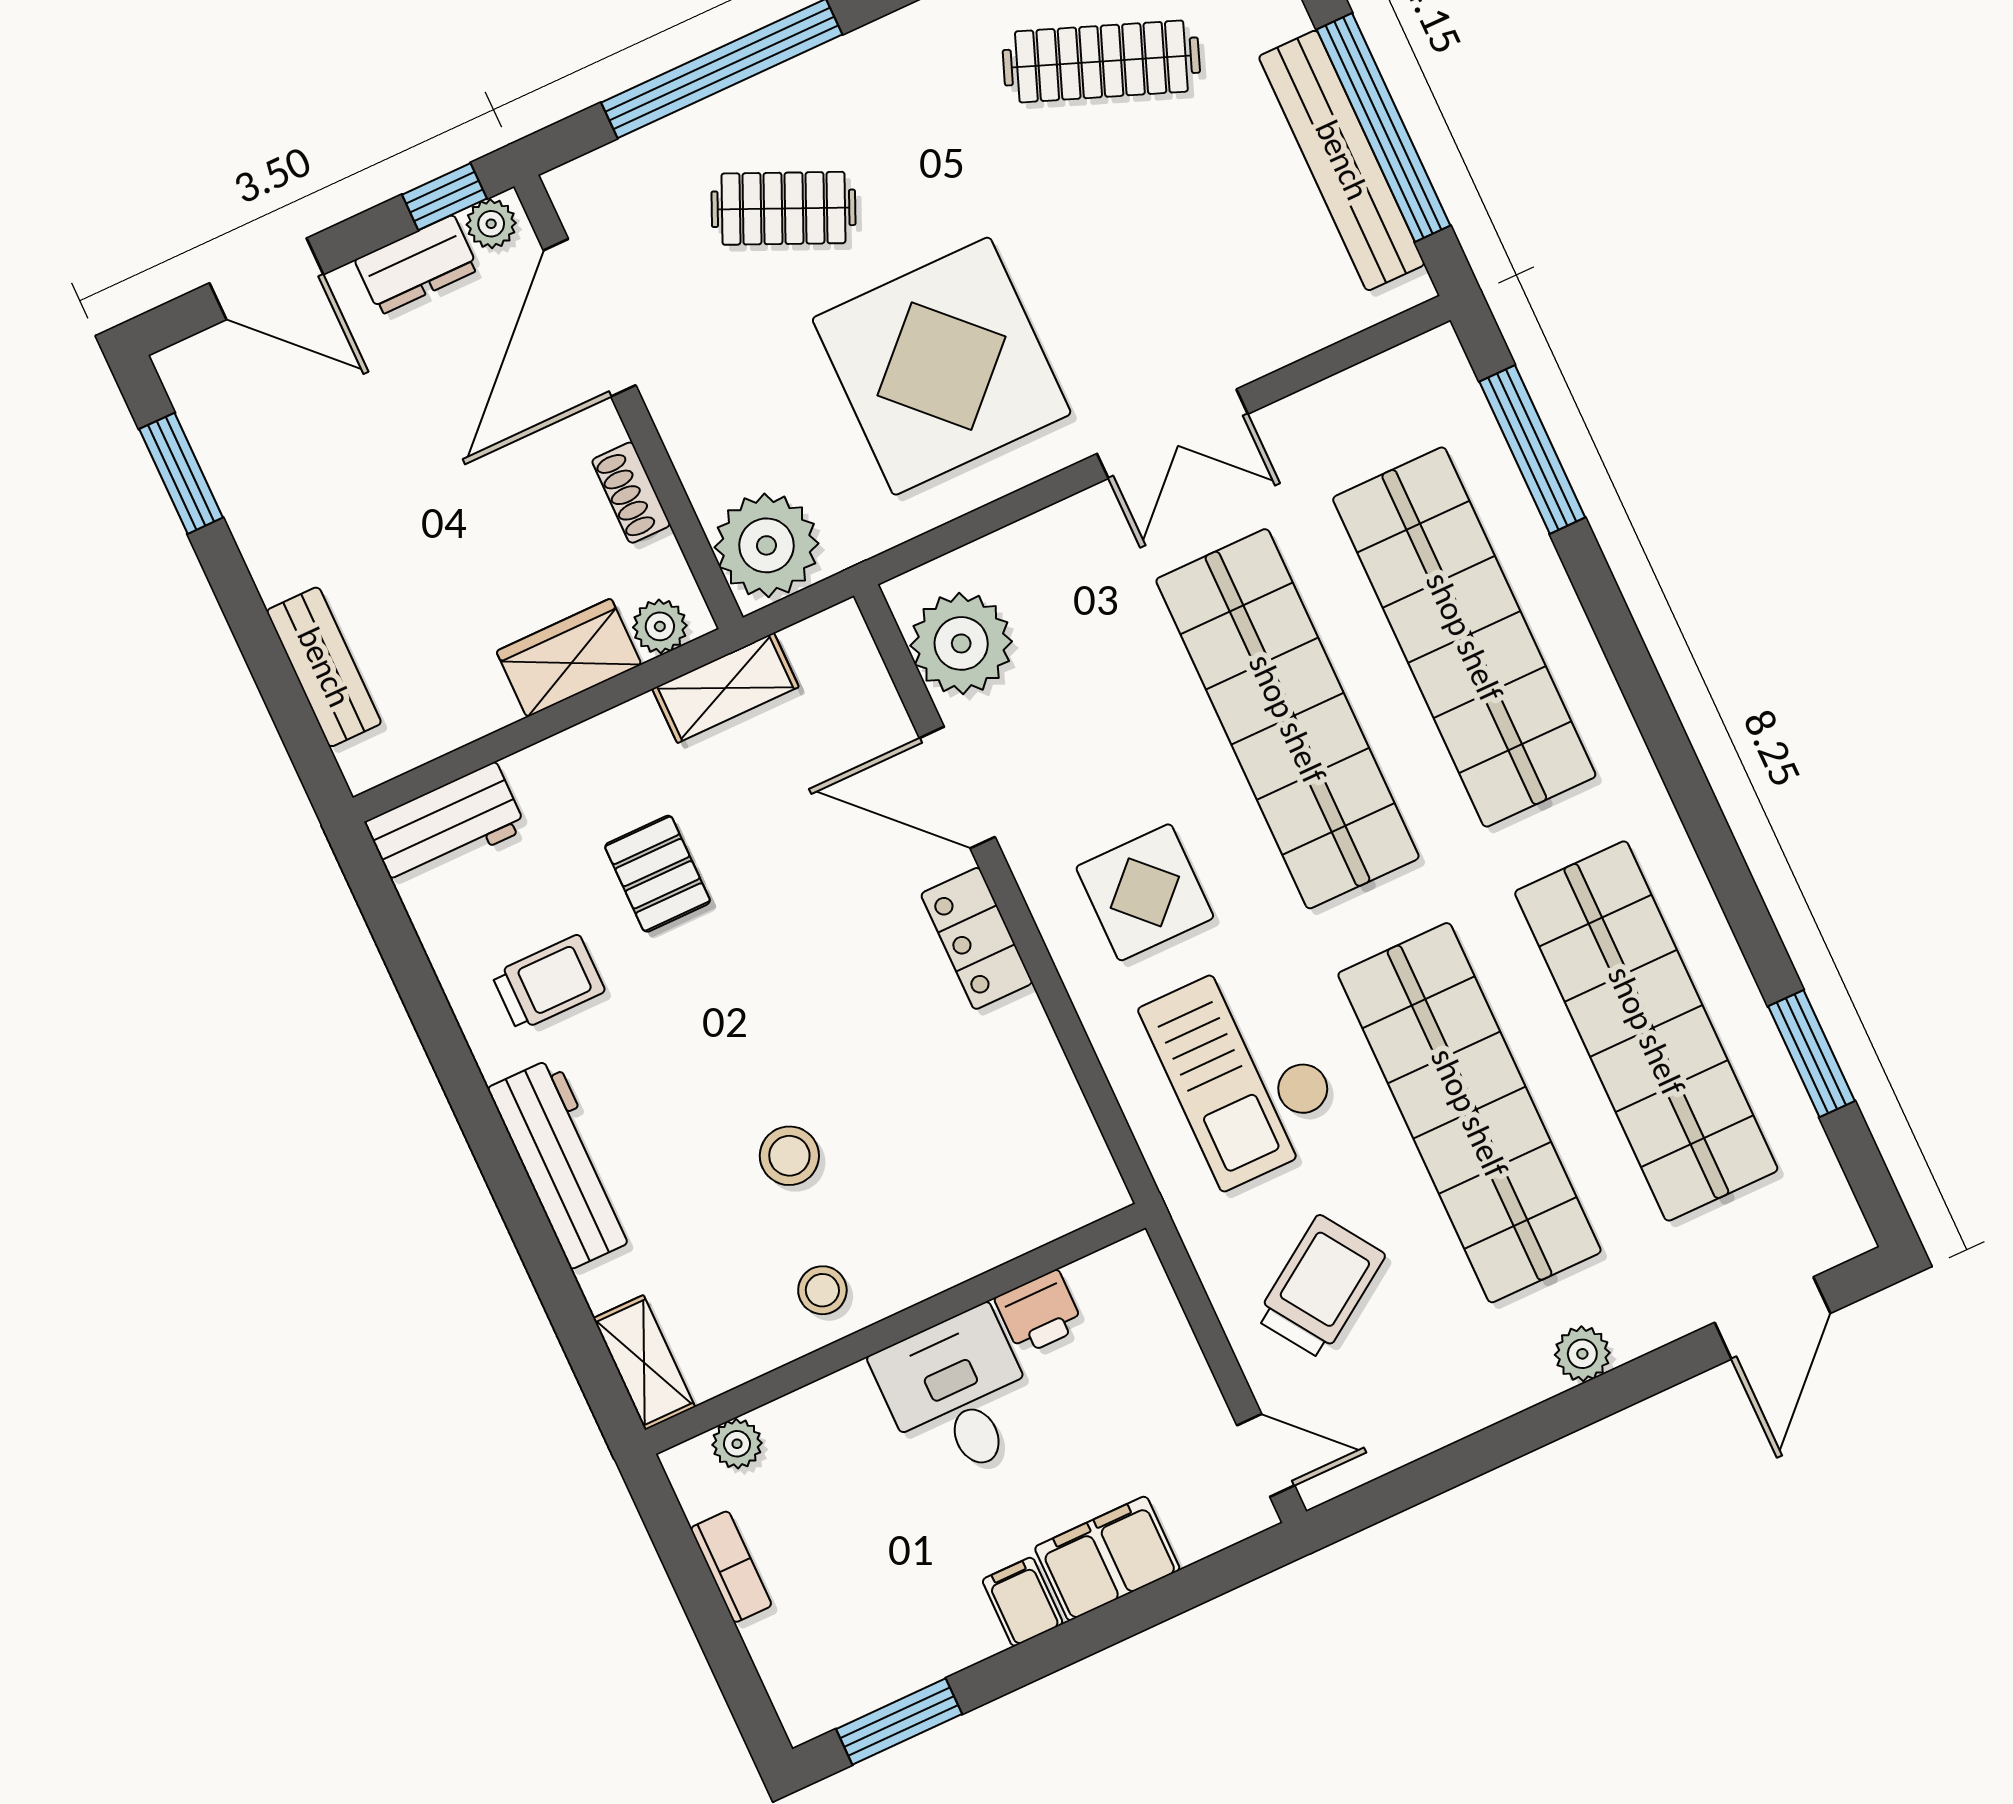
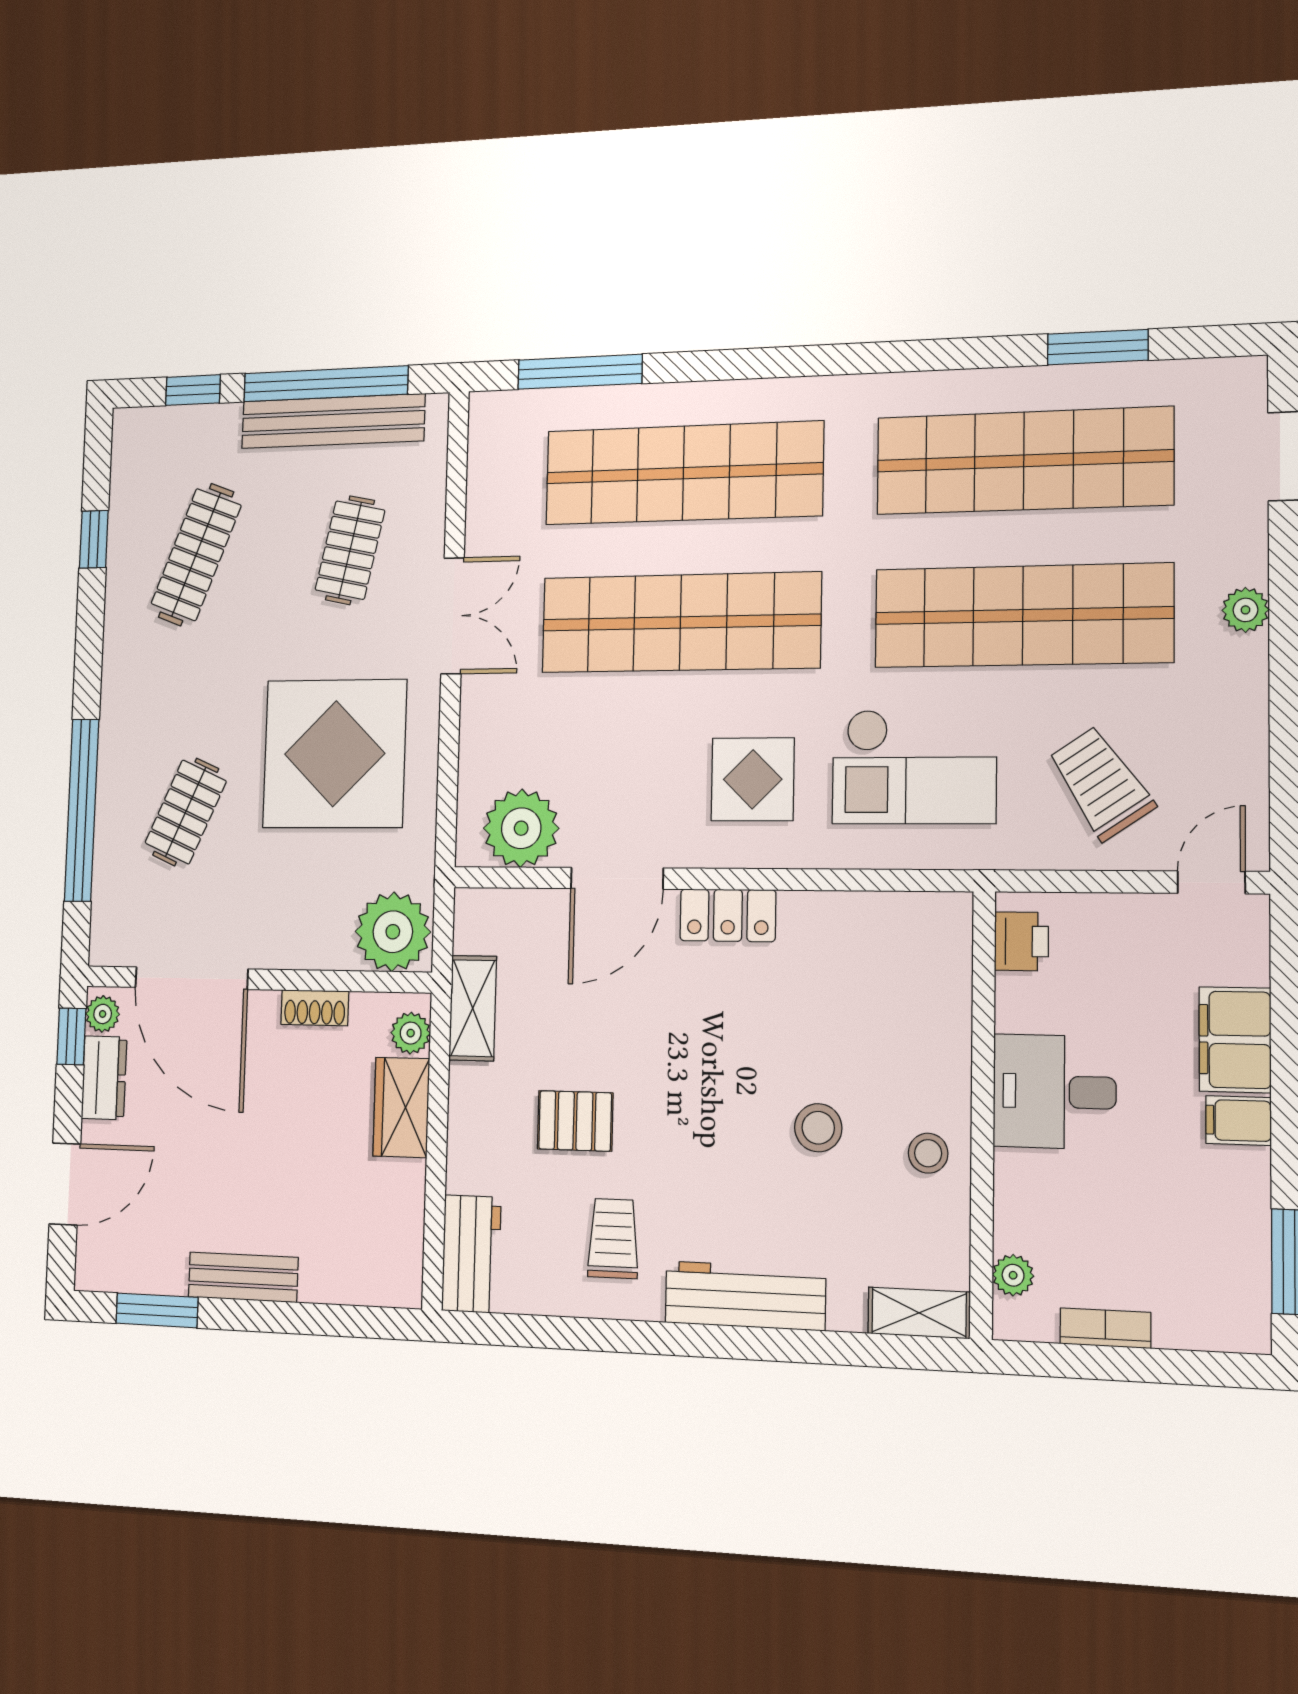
clothes rail: (1194, 262) -> (350, 550), added
bench: (324, 667) -> (243, 1277), moved
printer: (1039, 1313) -> (1021, 941), moved

